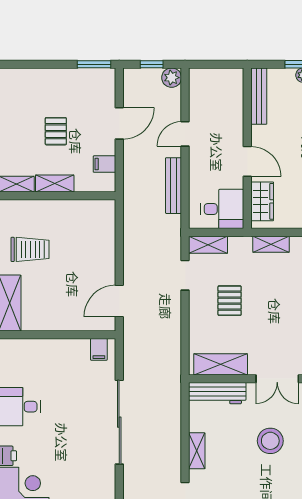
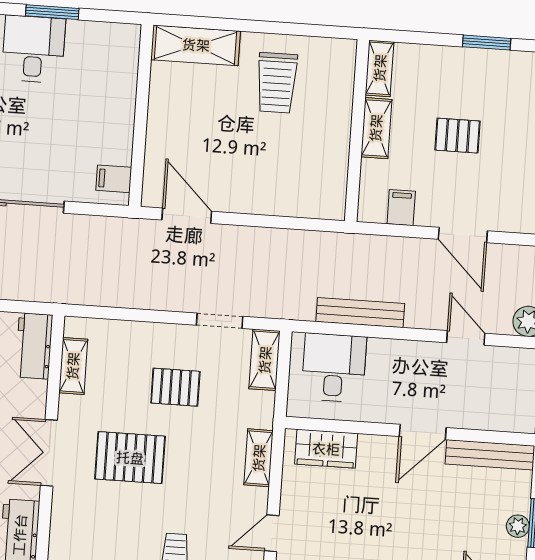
door: (185, 134) -> (466, 338), moved
door: (247, 161) -> (423, 432), moved
desk: (222, 209) -> (334, 368), moved, turned 180
pallet: (277, 327) -> (130, 458), added
shelving: (221, 364) -> (73, 366), width x0.67, depth x0.75
workbench: (217, 393) -> (34, 346), width x0.73

